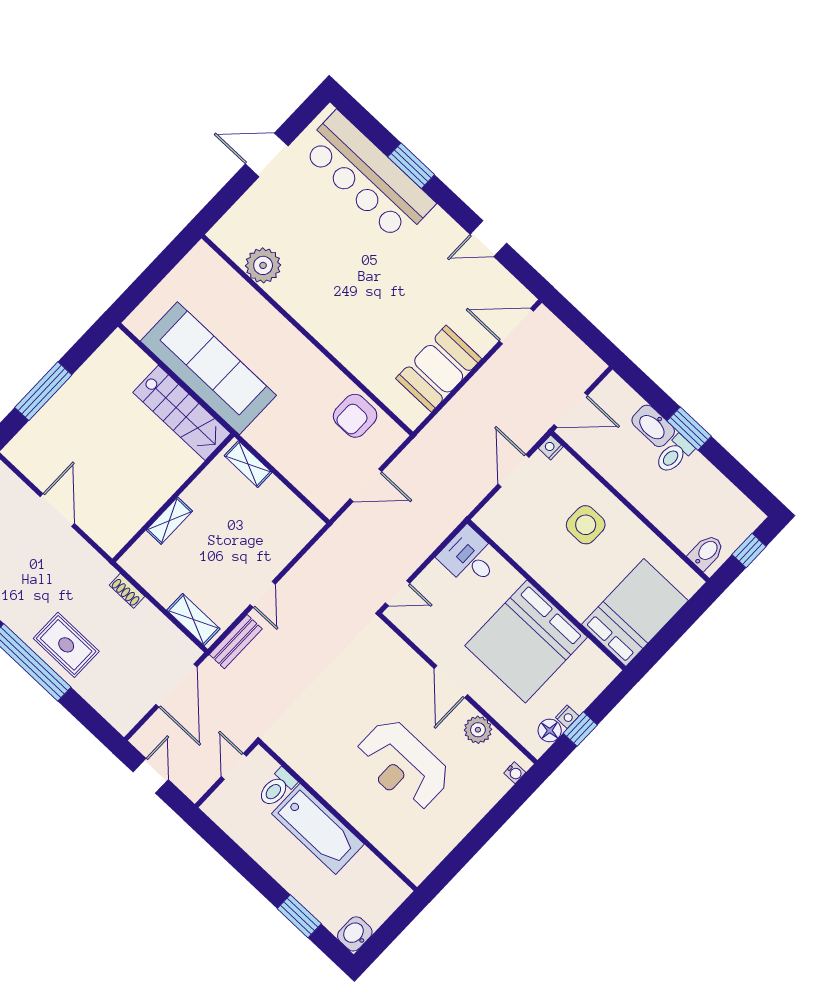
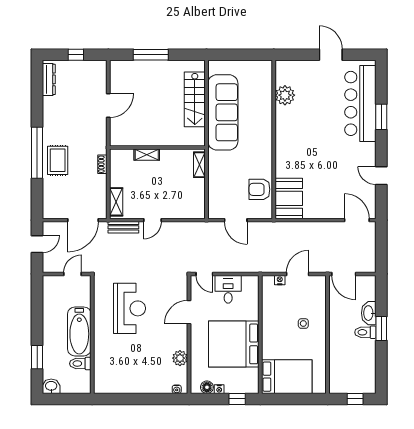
booth: (439, 369) -> (289, 198), moved, turned 90
stairs: (182, 413) -> (195, 99), moved
nightstand: (551, 447) -> (280, 280), moved
side table: (586, 525) -> (303, 324), width x0.54, depth x0.54
bidet: (706, 552) -> (338, 382), removed
desk: (469, 558) -> (228, 289), moved
door: (451, 682) -> (189, 312), moved
window: (580, 729) -> (237, 399), moved
reception desk: (403, 765) -> (129, 308), moved, turned 180
toilet: (277, 788) -> (80, 364), moved

